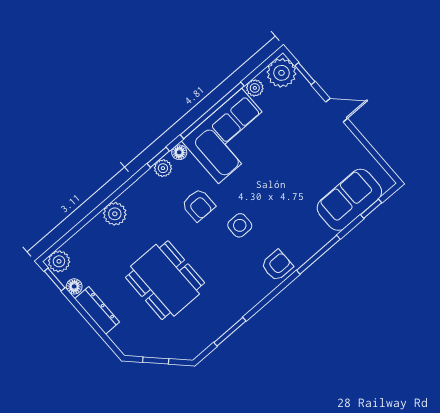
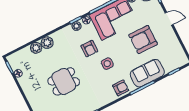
armchair: (297, 162) -> (143, 40), added
sofa: (349, 200) -> (147, 73), moved
plant: (59, 261) -> (36, 48), moved
dining table: (165, 280) -> (64, 81), width x0.73
dresser: (97, 310) -> (27, 88), removed

